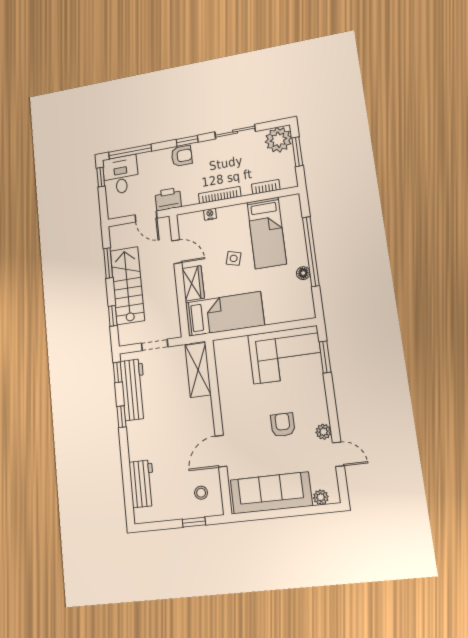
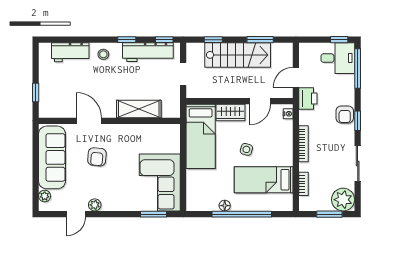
nightstand: (210, 214) -> (288, 114), moved
shelving: (198, 370) -> (139, 109), moved
armchair: (283, 425) -> (97, 157), moved, turned 95
stool: (201, 493) -> (103, 54), moved

